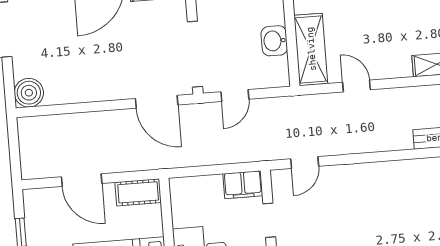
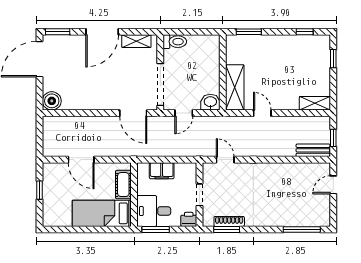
washbasin: (274, 41) -> (210, 102), moved, turned 90
door: (305, 163) -> (225, 160), swing flipped
filing cabinet: (243, 185) -> (162, 171), moved
cot: (138, 192) -> (123, 185), moved, turned 90

